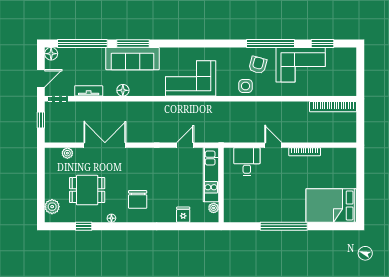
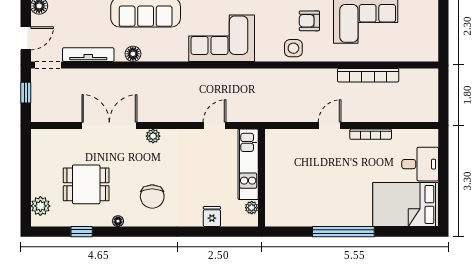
armchair: (258, 65) -> (309, 21), turned -105
tv unit: (89, 91) -> (88, 55), width x1.41
bookcase: (333, 107) -> (368, 75), moved
door: (273, 145) -> (330, 126), hinge flipped
plant: (67, 153) -> (153, 136), moved
desk: (247, 162) -> (420, 164), moved, turned 90

